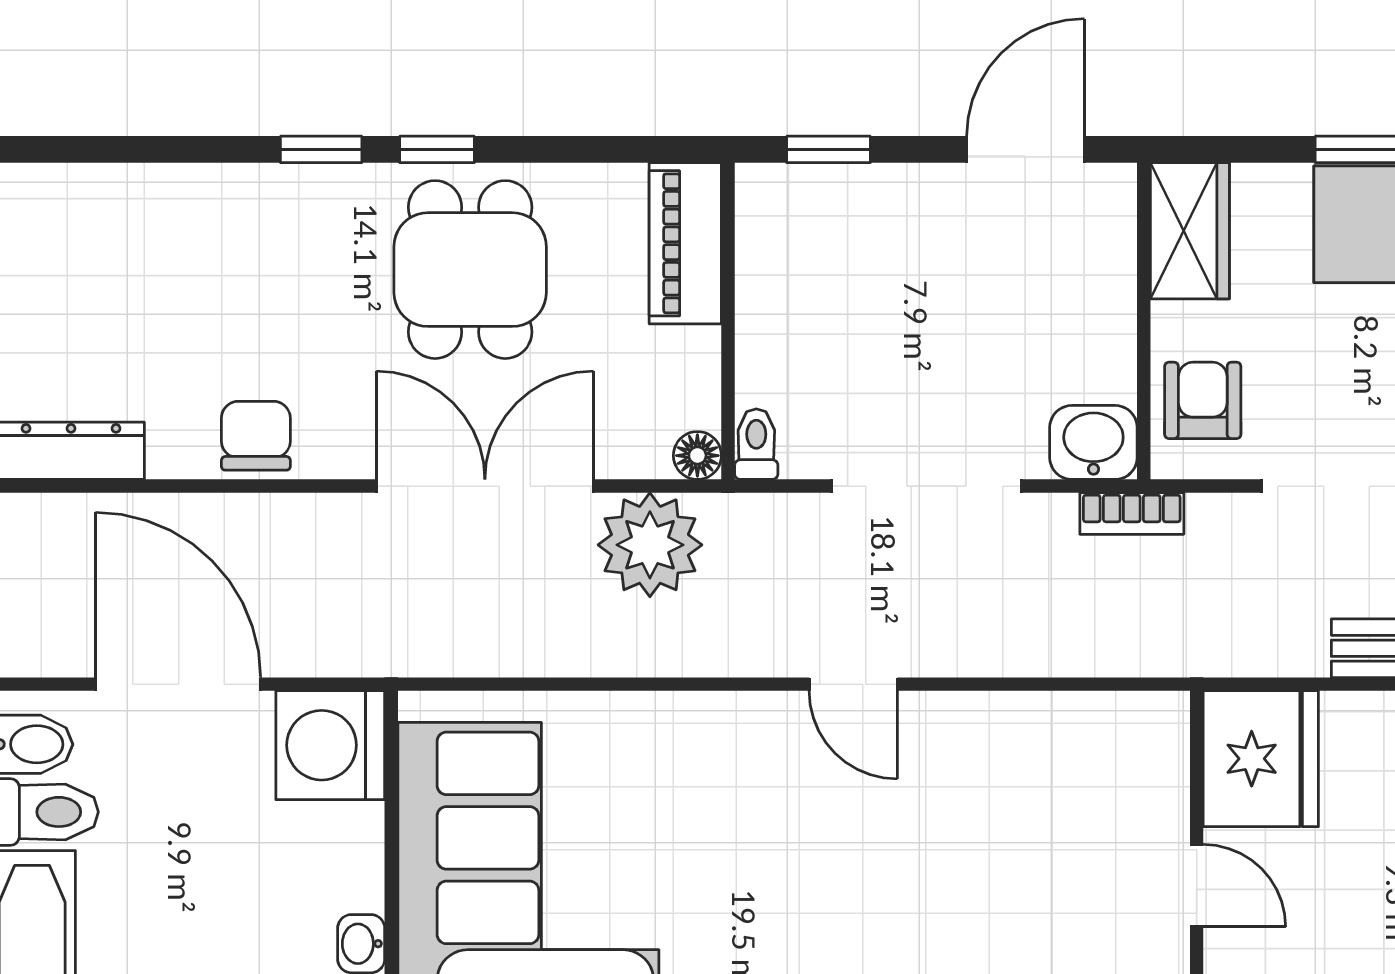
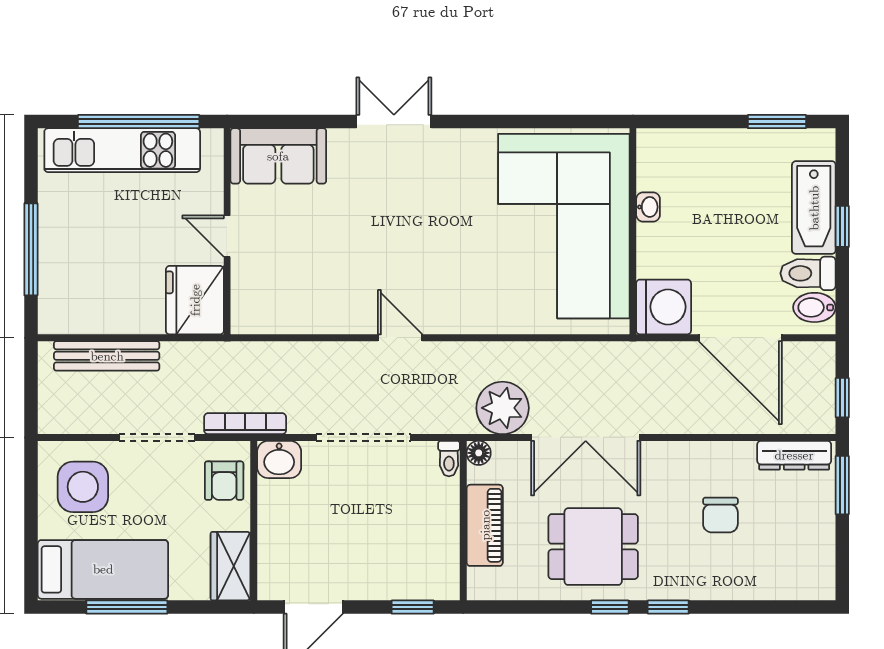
piano: (685, 243) -> (485, 525), moved
dining table: (470, 270) -> (593, 547), turned 90
chair: (256, 436) -> (720, 515), moved
bookcase: (1132, 514) -> (245, 424), width x1.56

